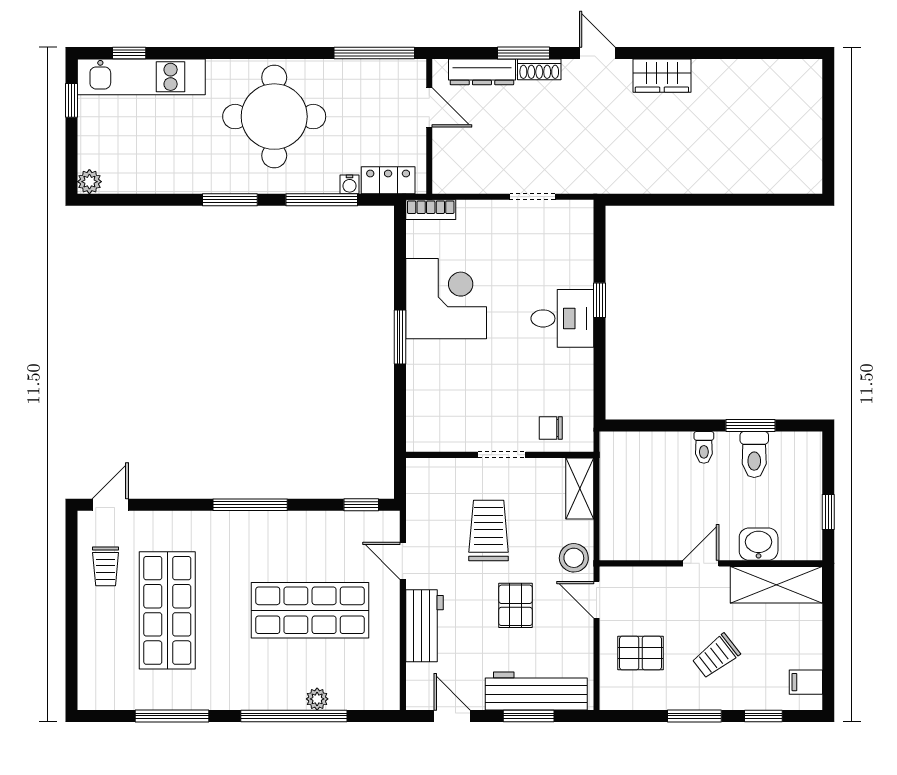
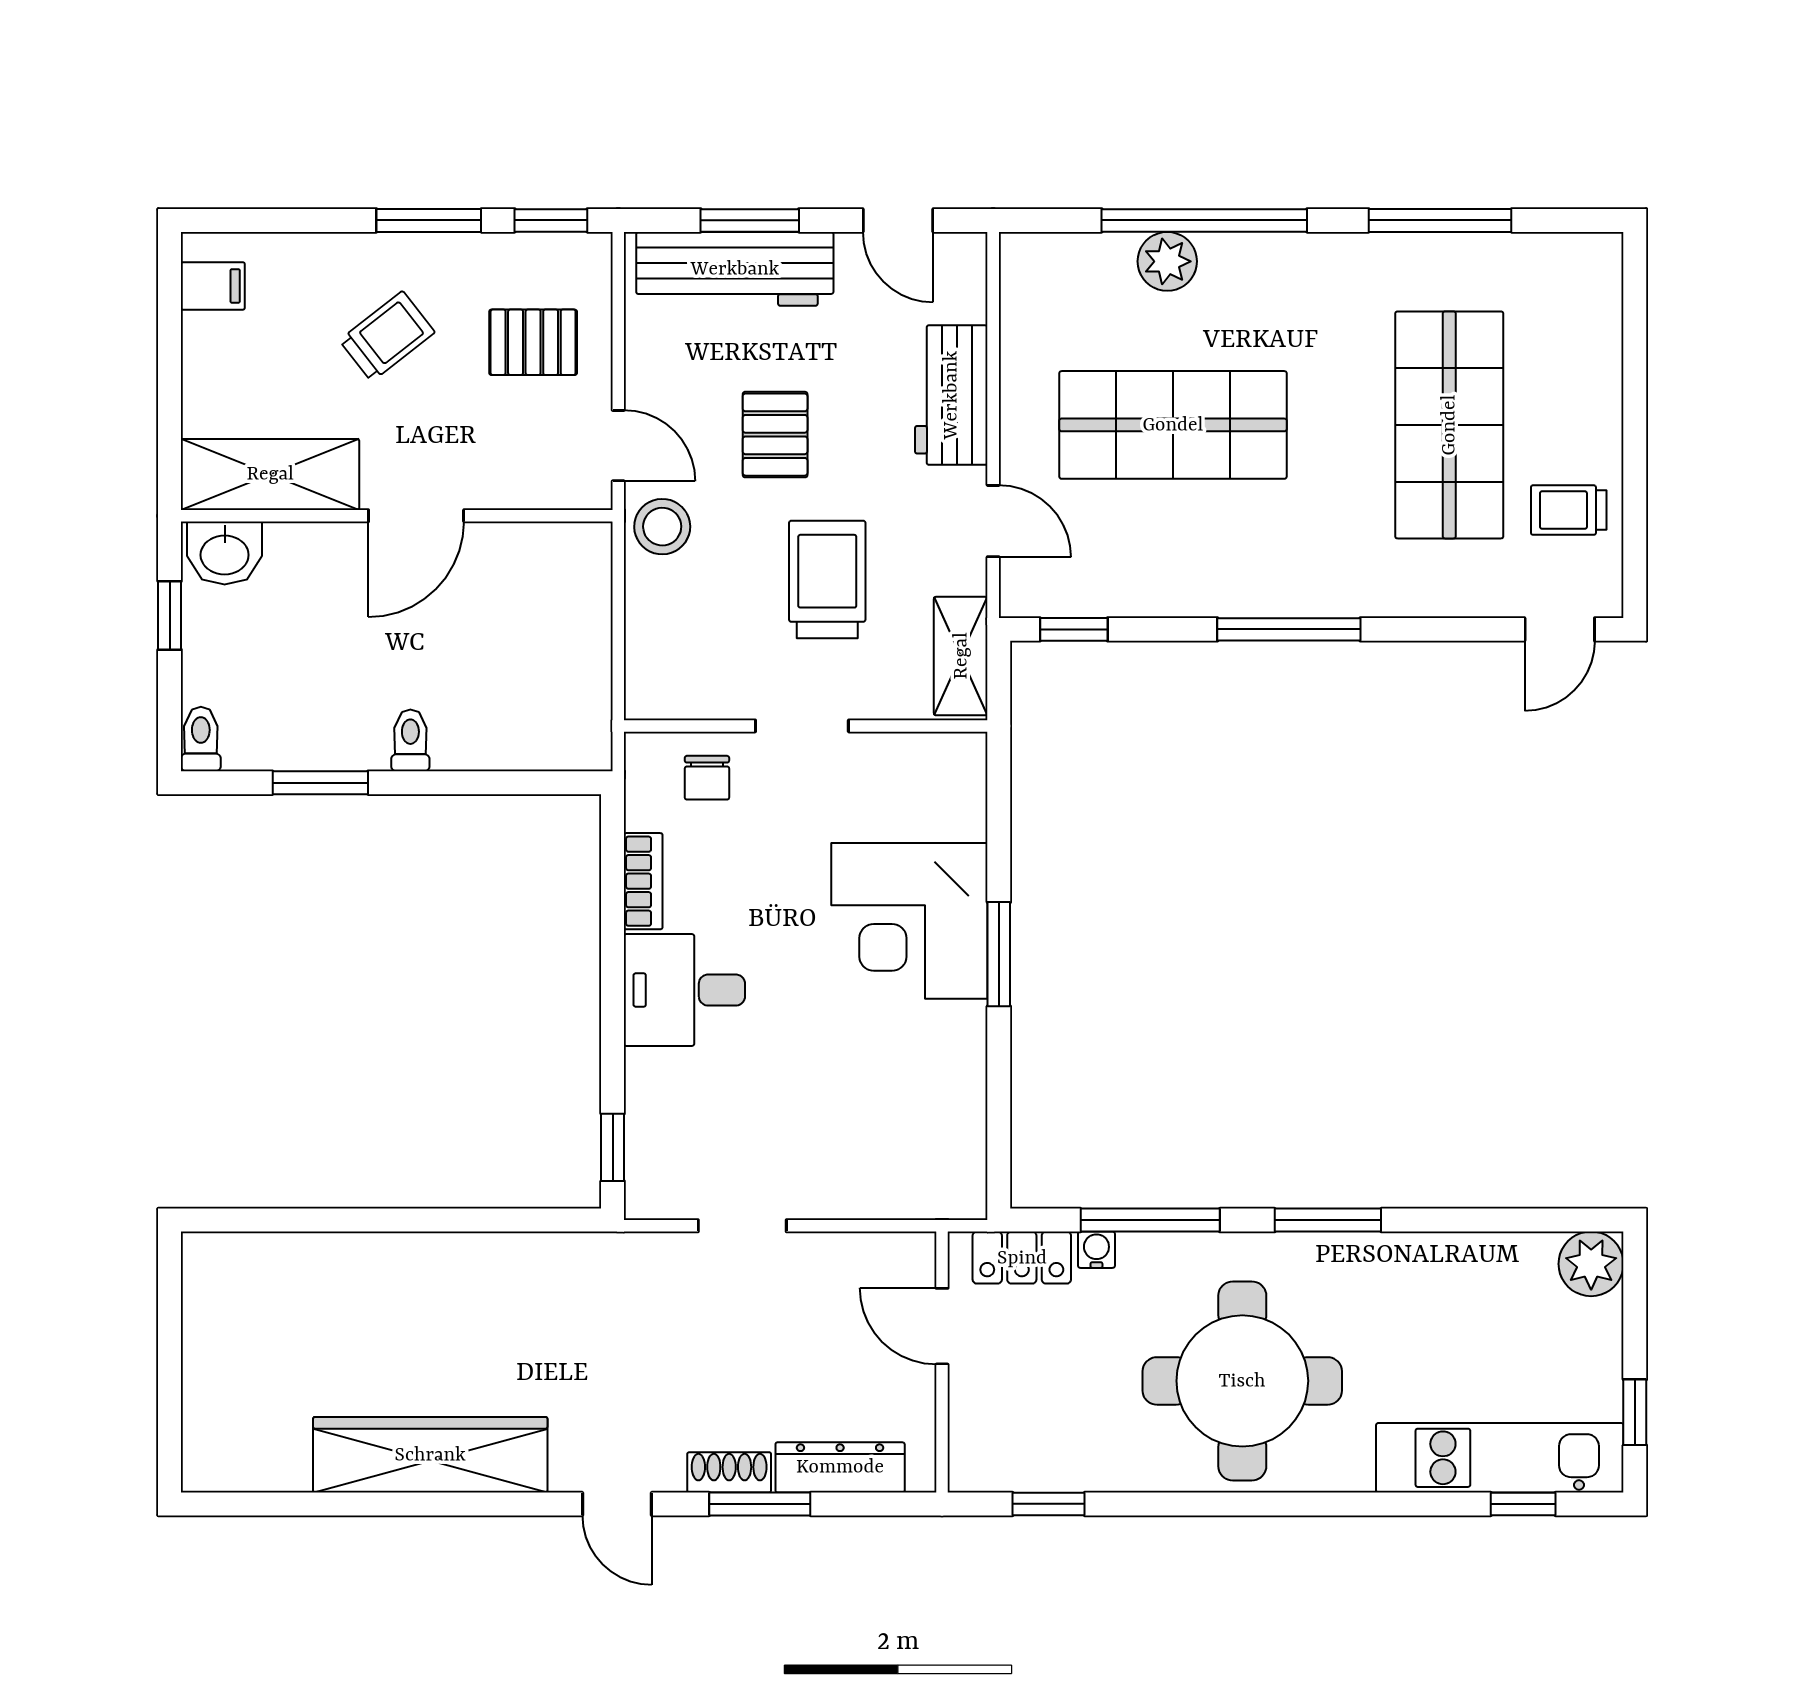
window: (374, 53) -> (1049, 1504), width x0.46
wardrobe: (662, 76) -> (430, 1455), width x2.10, depth x1.17
door: (429, 107) -> (942, 1326), moved
plant: (89, 182) -> (1591, 1264), width x1.38, depth x1.38
bookcase: (431, 210) -> (643, 881), moved, turned 90
corner desk: (446, 299) -> (909, 921), moved
window: (599, 300) -> (613, 1147), moved
chair: (551, 428) -> (707, 778), turned 90
toilet: (754, 455) -> (201, 739), moved, width x0.73, depth x0.72
shelving: (580, 488) -> (961, 656), moved
trolley: (489, 531) -> (827, 579), turned 180
washbasin: (759, 544) -> (225, 553), moved
door: (701, 563) -> (416, 516), width x1.38
trolley: (106, 566) -> (1569, 510), turned -90
plant: (317, 699) -> (1167, 261), width x1.38, depth x1.38
window: (763, 716) -> (551, 220), moved

